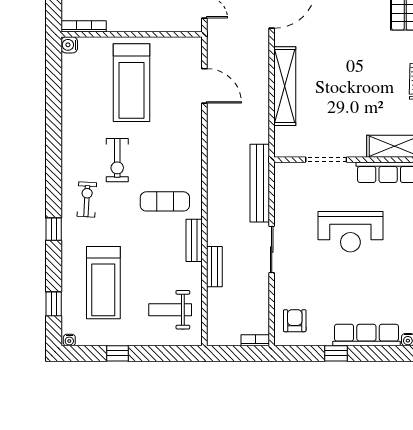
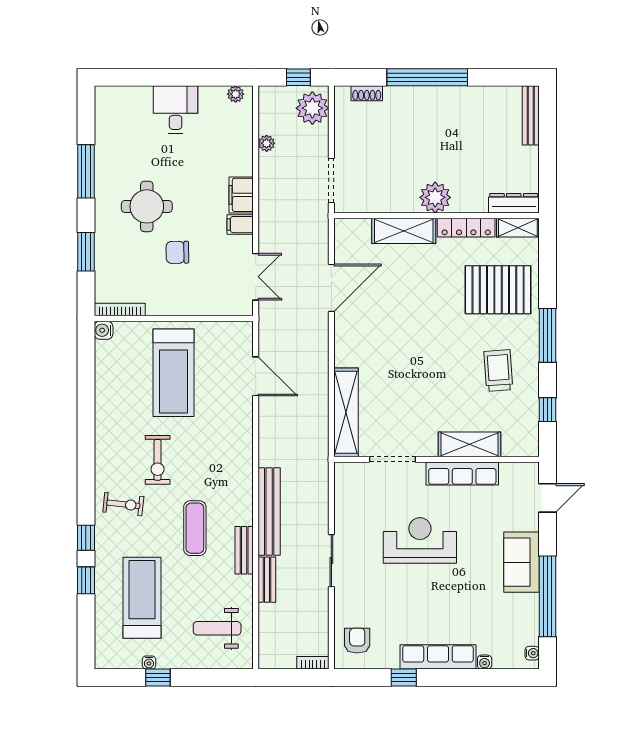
shelving: (285, 86) -> (346, 412), moved
bench: (260, 183) -> (269, 511), moved
exercise bike: (87, 199) -> (123, 504), turned 93
exercise mat: (165, 201) -> (195, 528), moved, turned 90
reception desk: (350, 232) -> (420, 540), turned 180
treadmill: (103, 283) -> (142, 598), turned 180
window: (54, 304) -> (86, 580), moved
water cooler: (69, 340) -> (149, 662), moved

